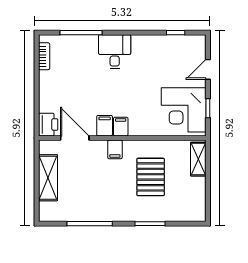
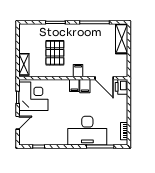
desk: (115, 52) -> (87, 131), width x1.87, depth x1.30
shelving: (48, 178) -> (122, 39), moved

